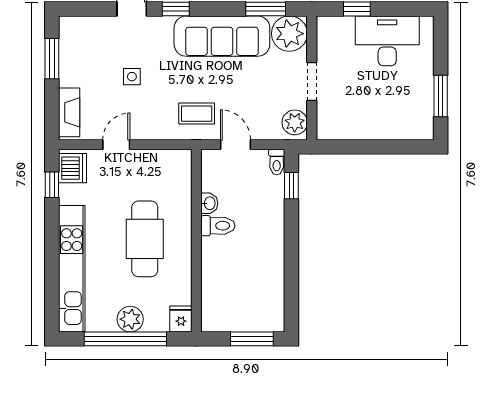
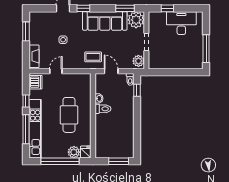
window: (441, 96) -> (206, 49), width x1.44
window: (52, 185) -> (26, 101), moved
window: (52, 270) -> (26, 129), added
plant: (130, 319) -> (74, 152), moved

